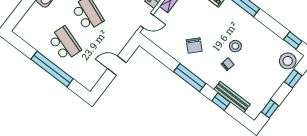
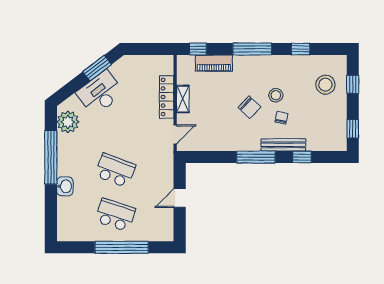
window: (293, 40) -> (300, 49), moved
chair: (194, 45) -> (249, 107), moved
stool: (288, 61) -> (325, 85), moved
bench: (232, 97) -> (283, 145), moved

